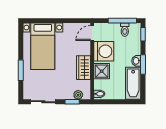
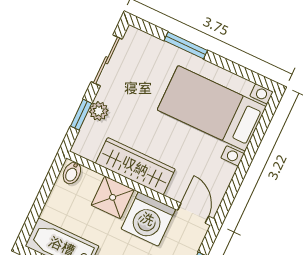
wardrobe: (84, 68) -> (135, 166), width x1.50
plant: (78, 95) -> (99, 111), moved

